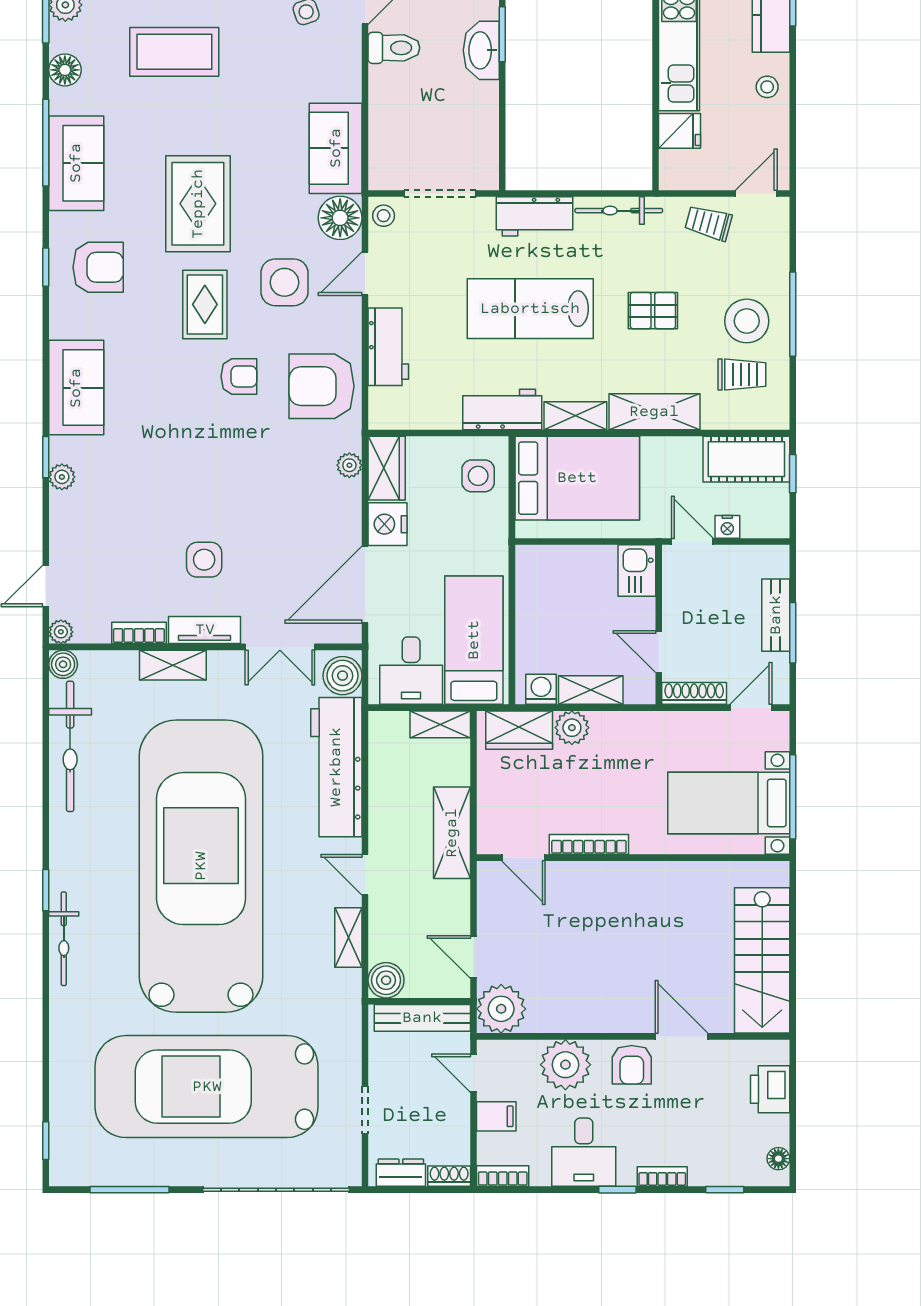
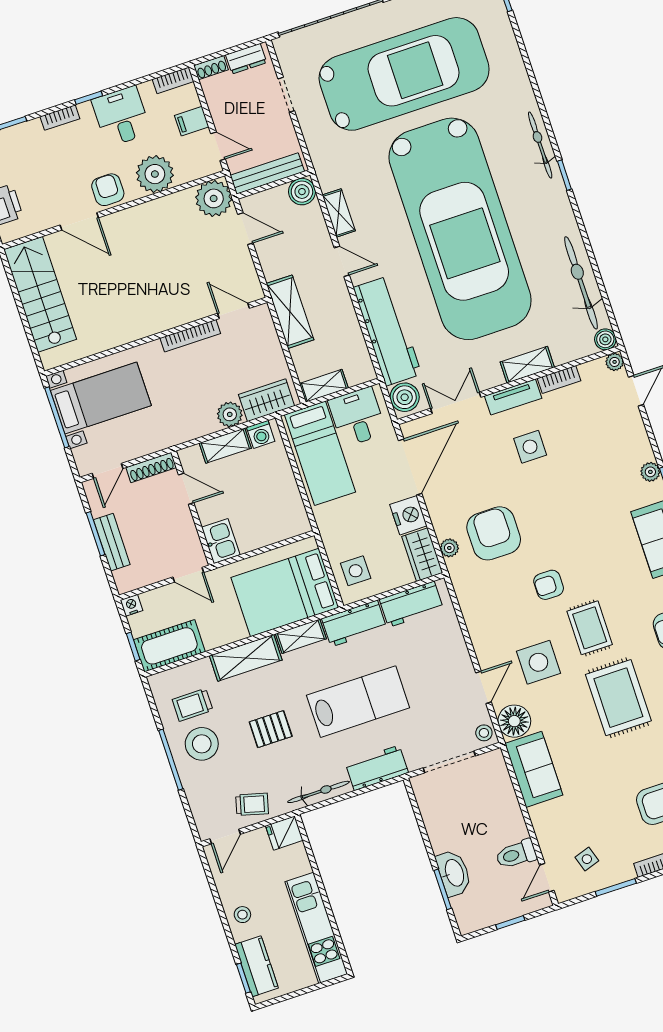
fridge: (680, 131) -> (284, 833), moved
workbench: (388, 347) -> (411, 604), moved, turned -90
armchair: (322, 386) -> (494, 533), moved, turned -90
nightstand: (727, 527) -> (131, 605), moved

